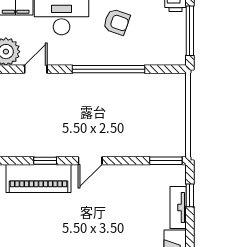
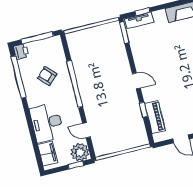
armchair: (117, 22) -> (47, 76), moved, turned -63
piano: (39, 179) -> (155, 117), width x0.73, depth x0.75
tv unit: (178, 207) -> (139, 20), moved

